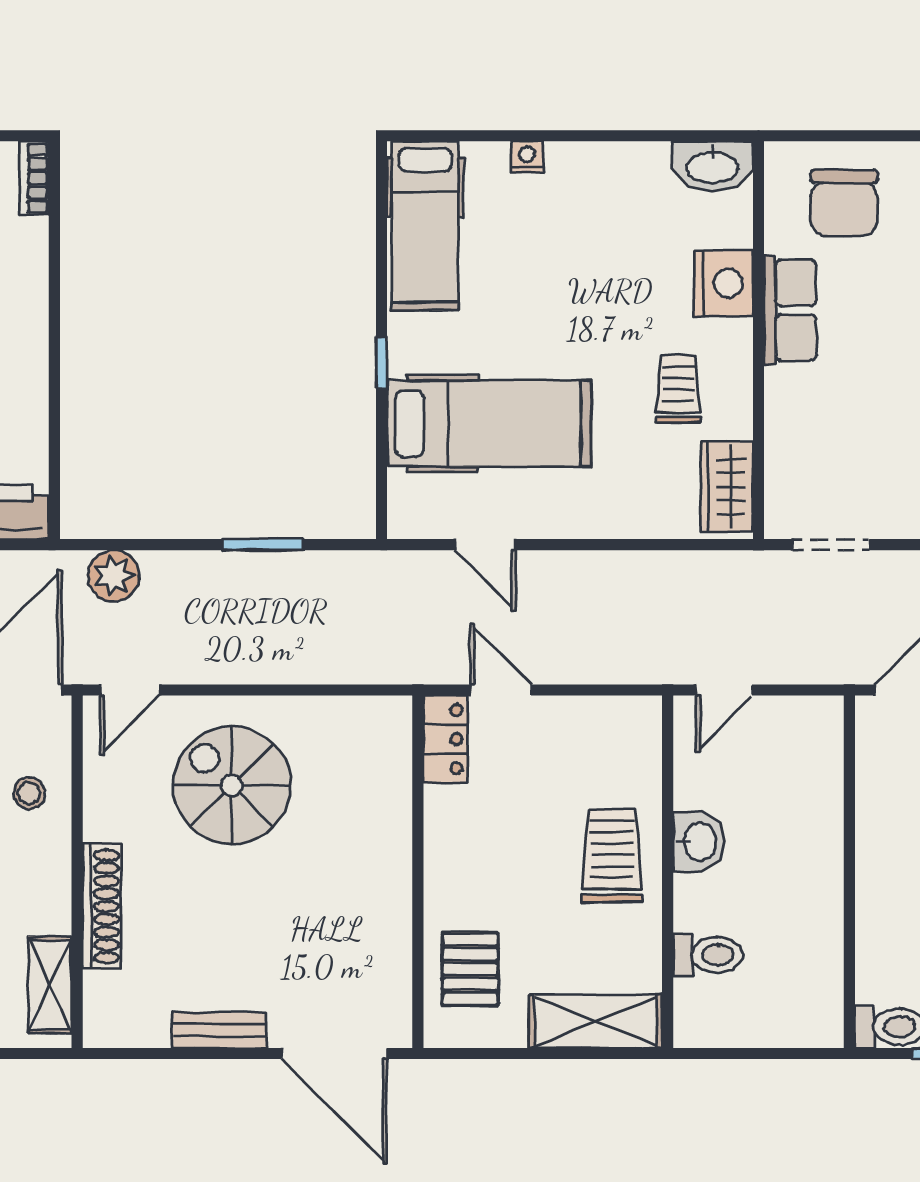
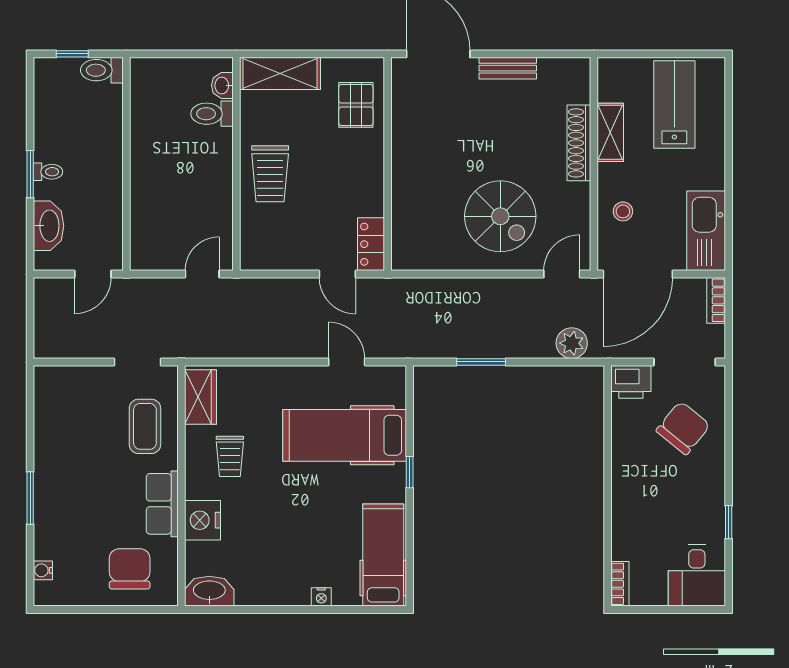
coffee table: (819, 438) -> (145, 426), added
washbasin: (699, 842) -> (222, 85), moved, width x0.72, depth x0.69
shelving: (50, 985) -> (610, 132), moved

